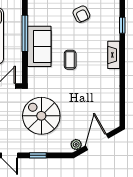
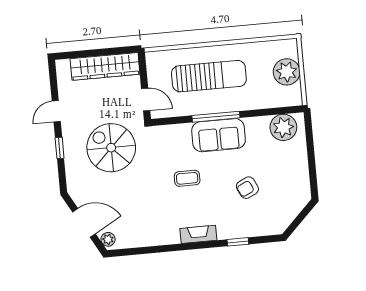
sofa: (39, 46) -> (219, 135), moved
spiral stairs: (41, 116) -> (111, 148), turned -90
plant: (76, 144) -> (108, 239), moved

